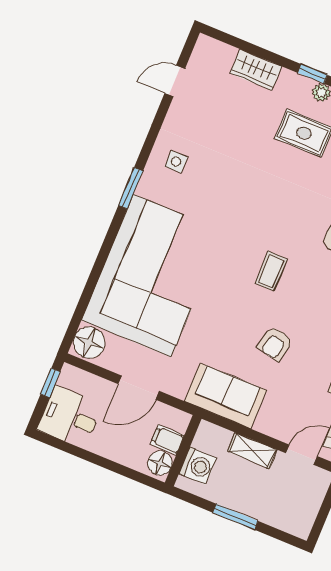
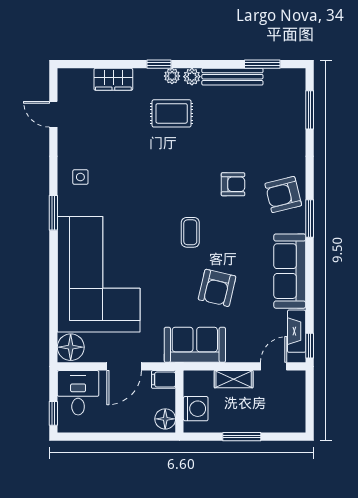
door: (175, 81) -> (53, 114), hinge flipped
armchair: (275, 344) -> (217, 288), width x1.38, depth x1.38
window: (50, 383) -> (53, 413), moved
desk: (70, 417) -> (78, 393), moved, turned 90
filing cabinet: (167, 440) -> (163, 379), moved

